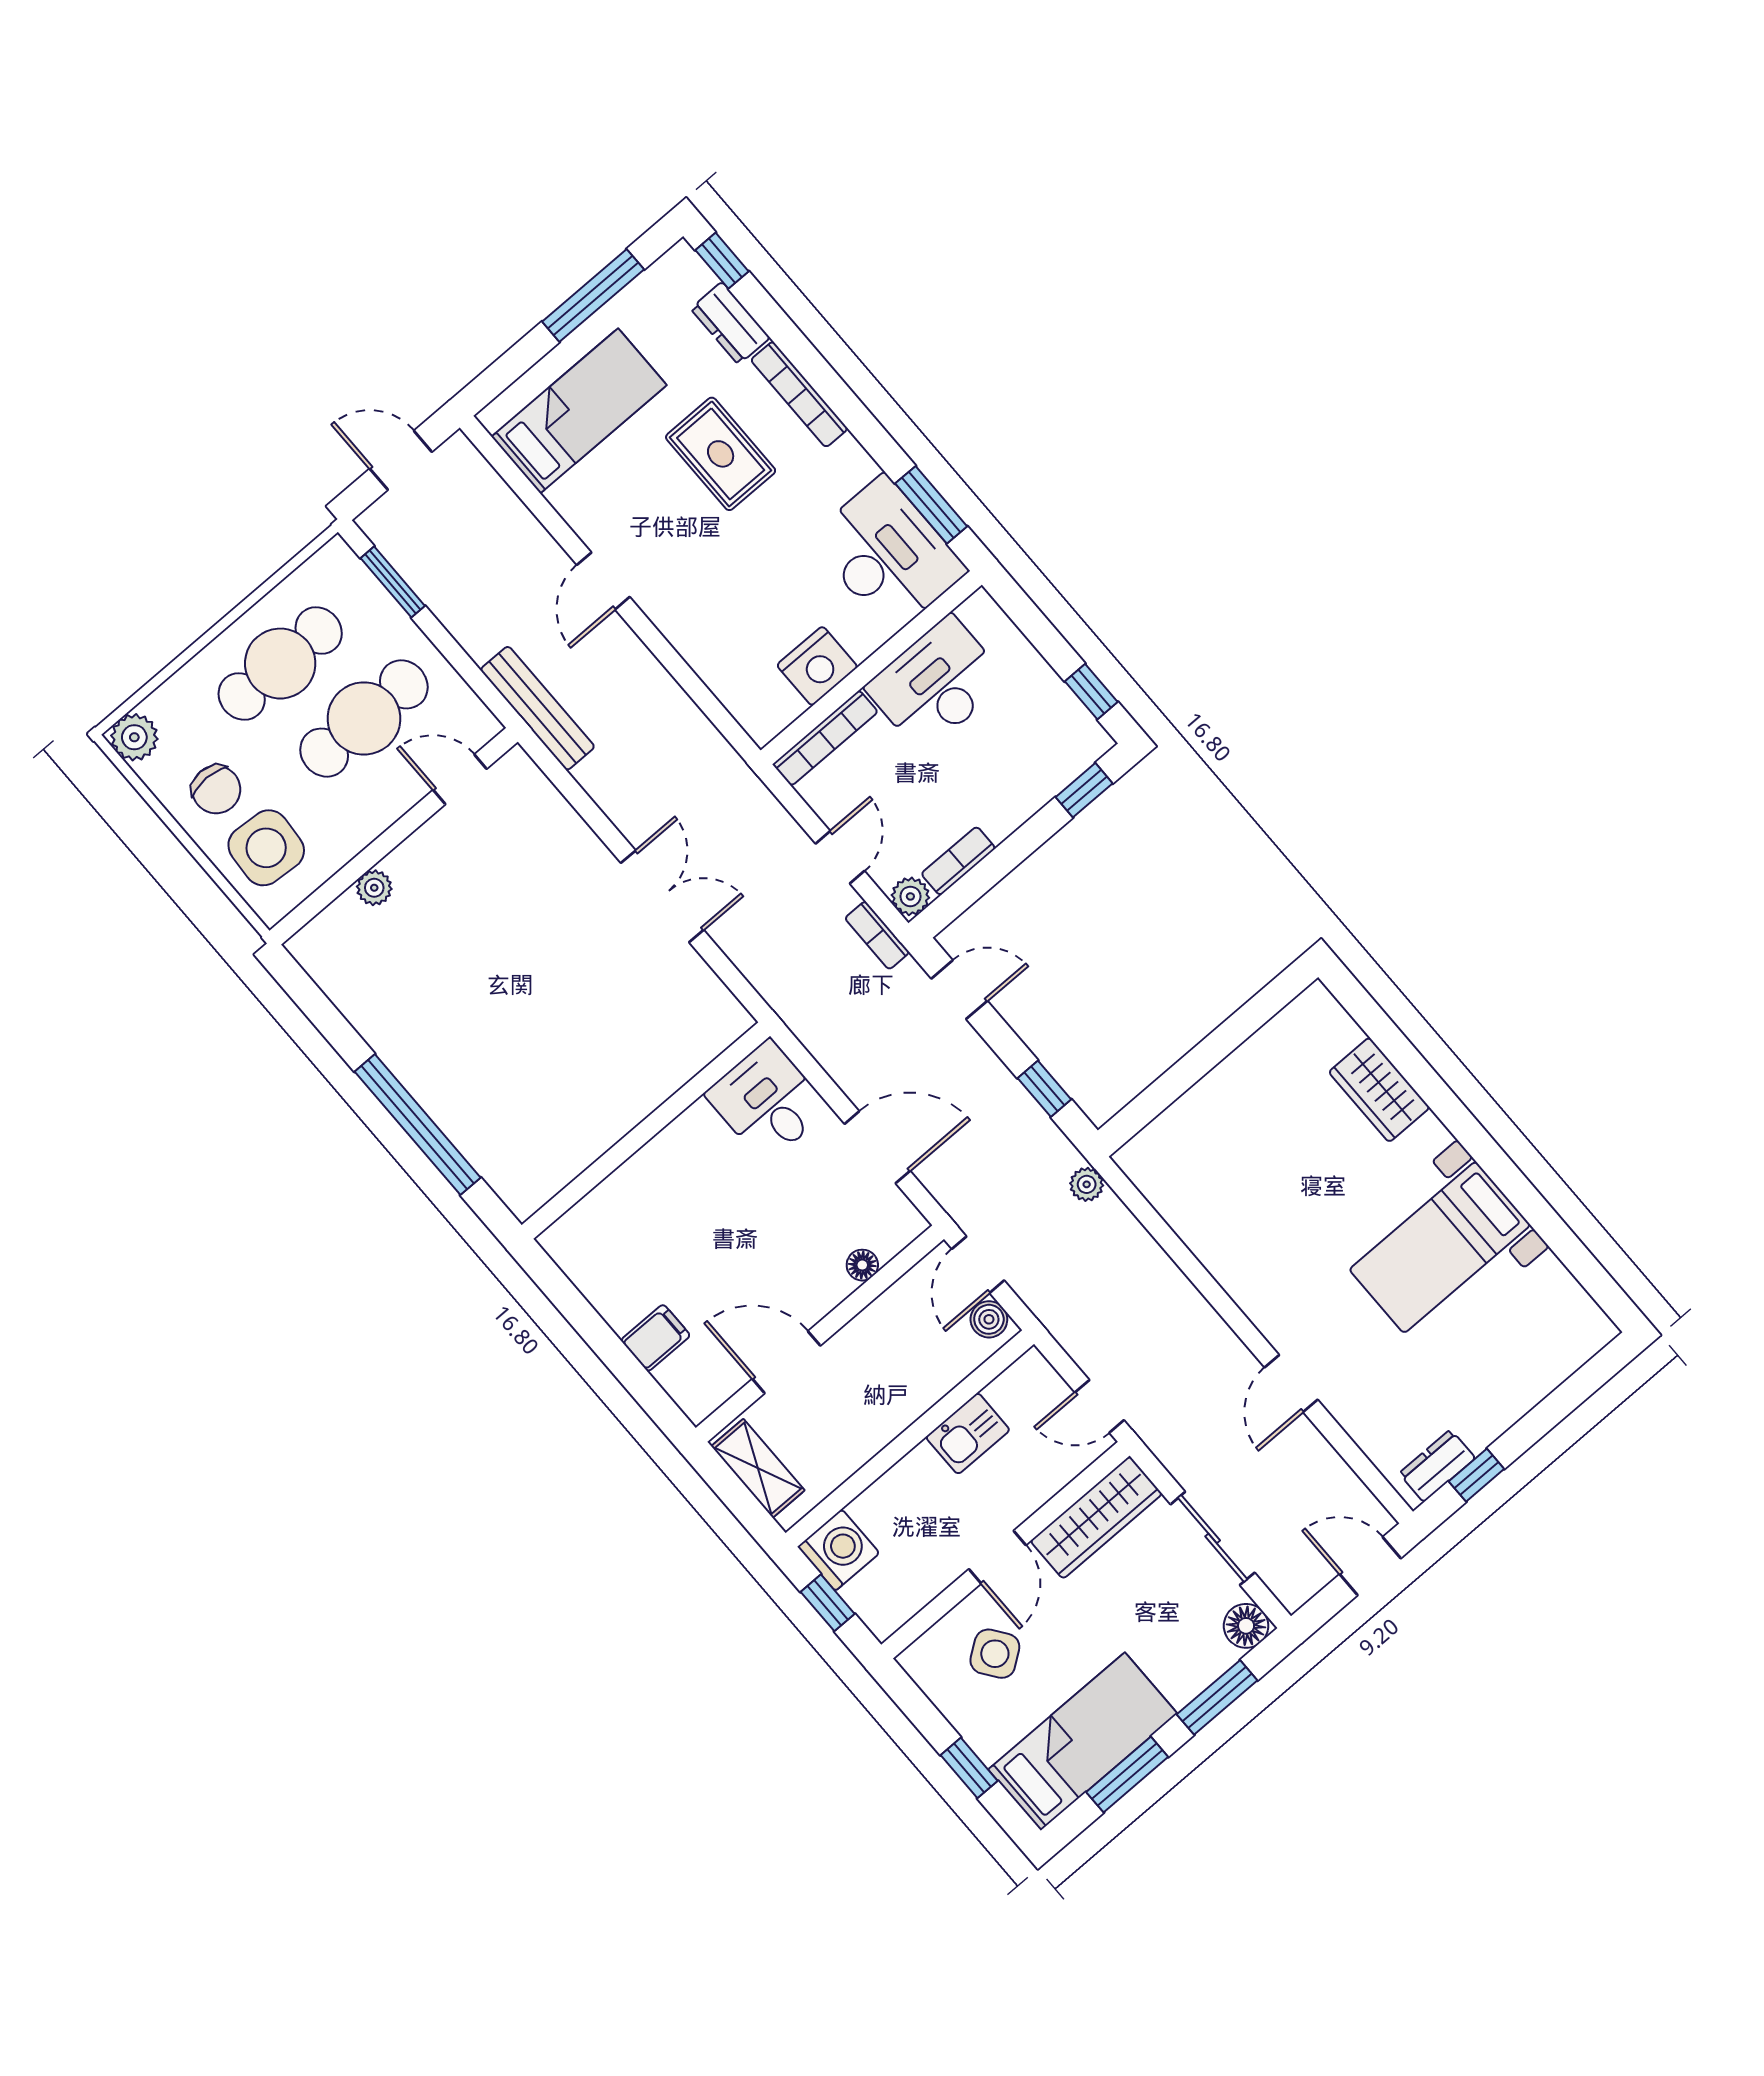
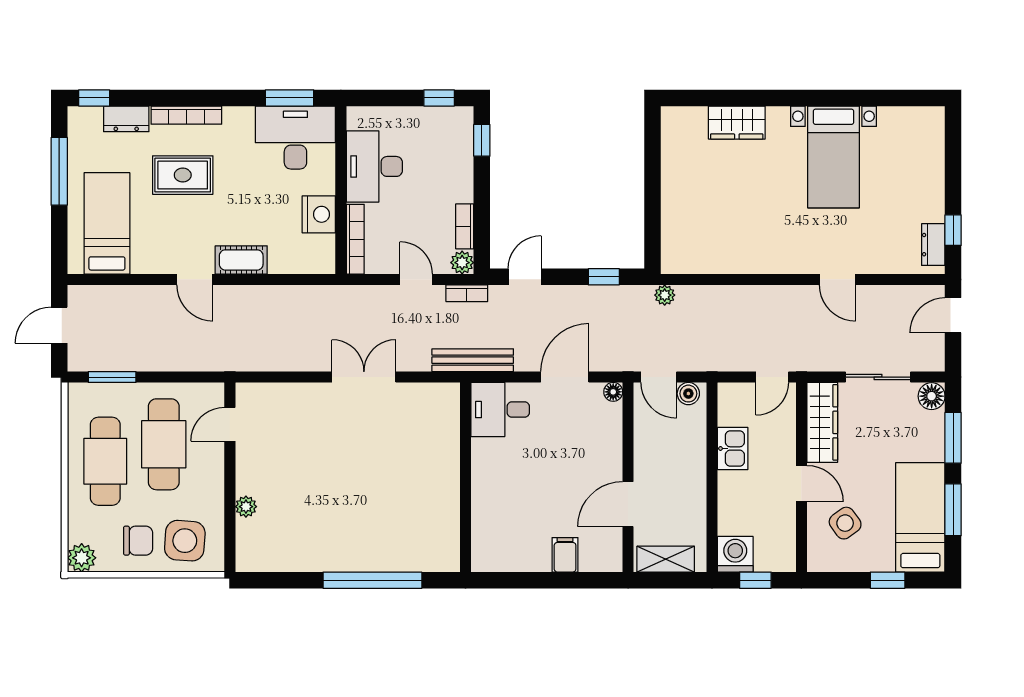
cot: (677, 618) -> (241, 260), added
bench: (537, 708) -> (473, 360), moved
floor lamp: (862, 1265) -> (613, 392), moved

